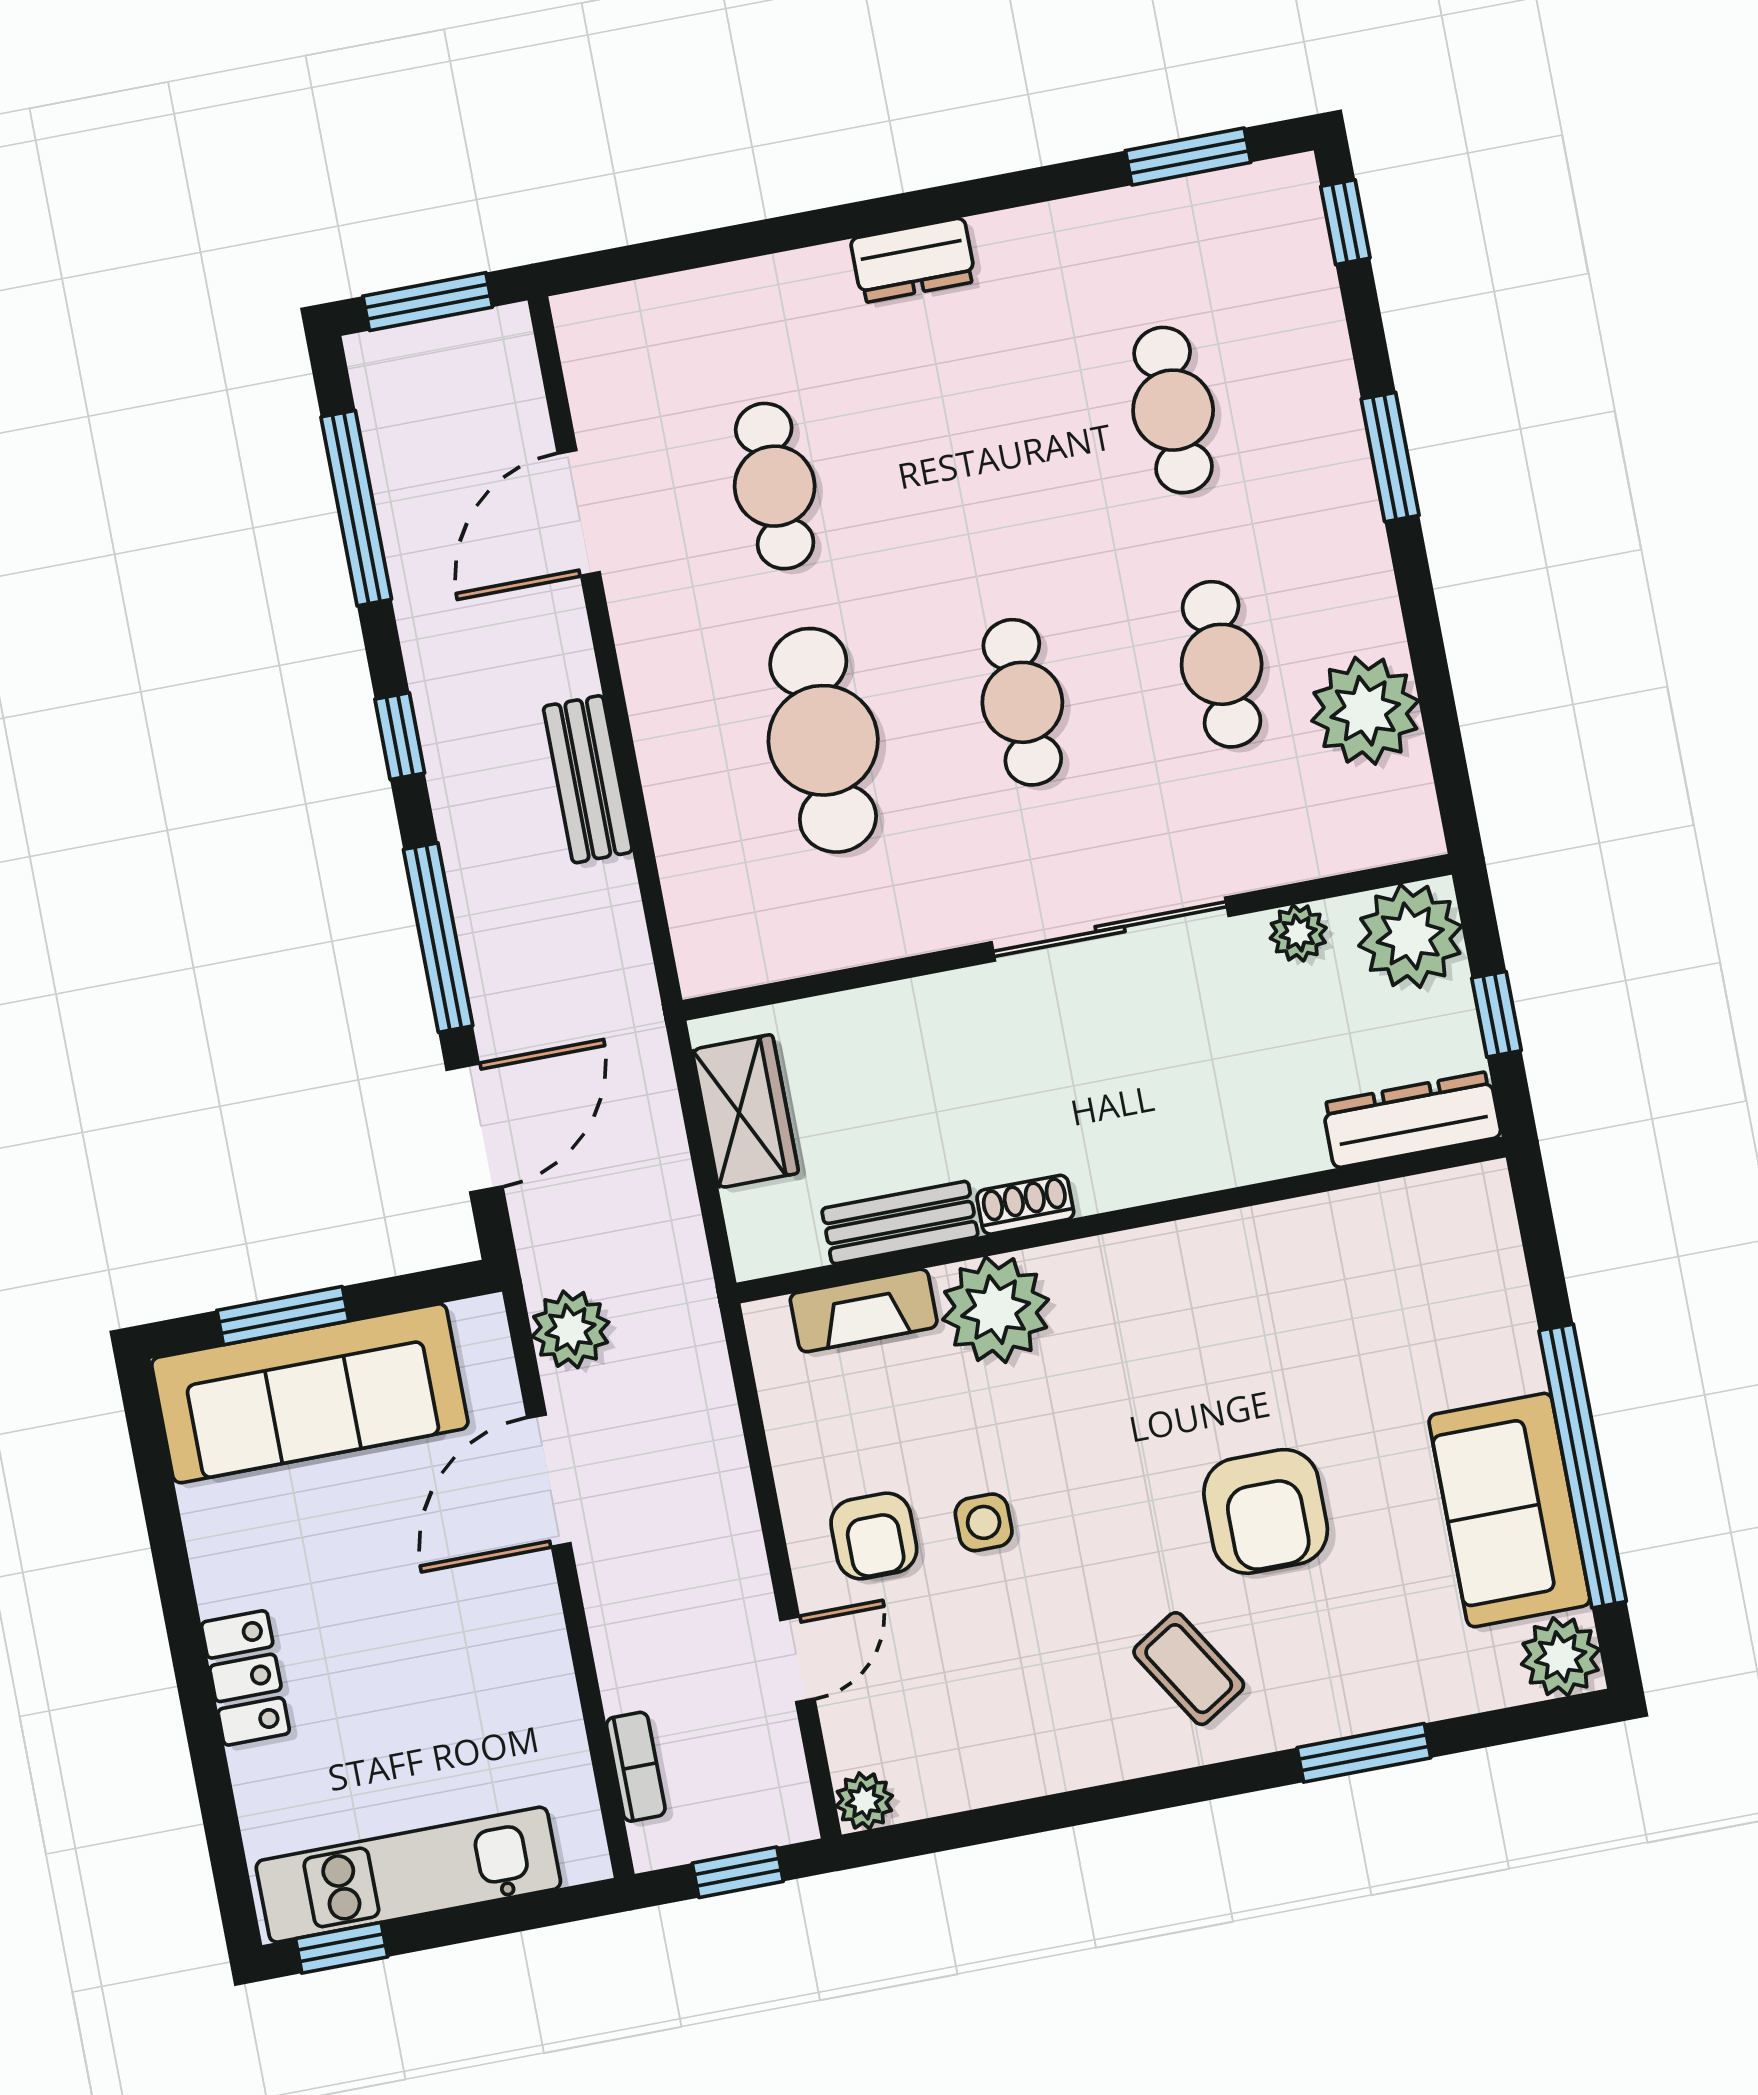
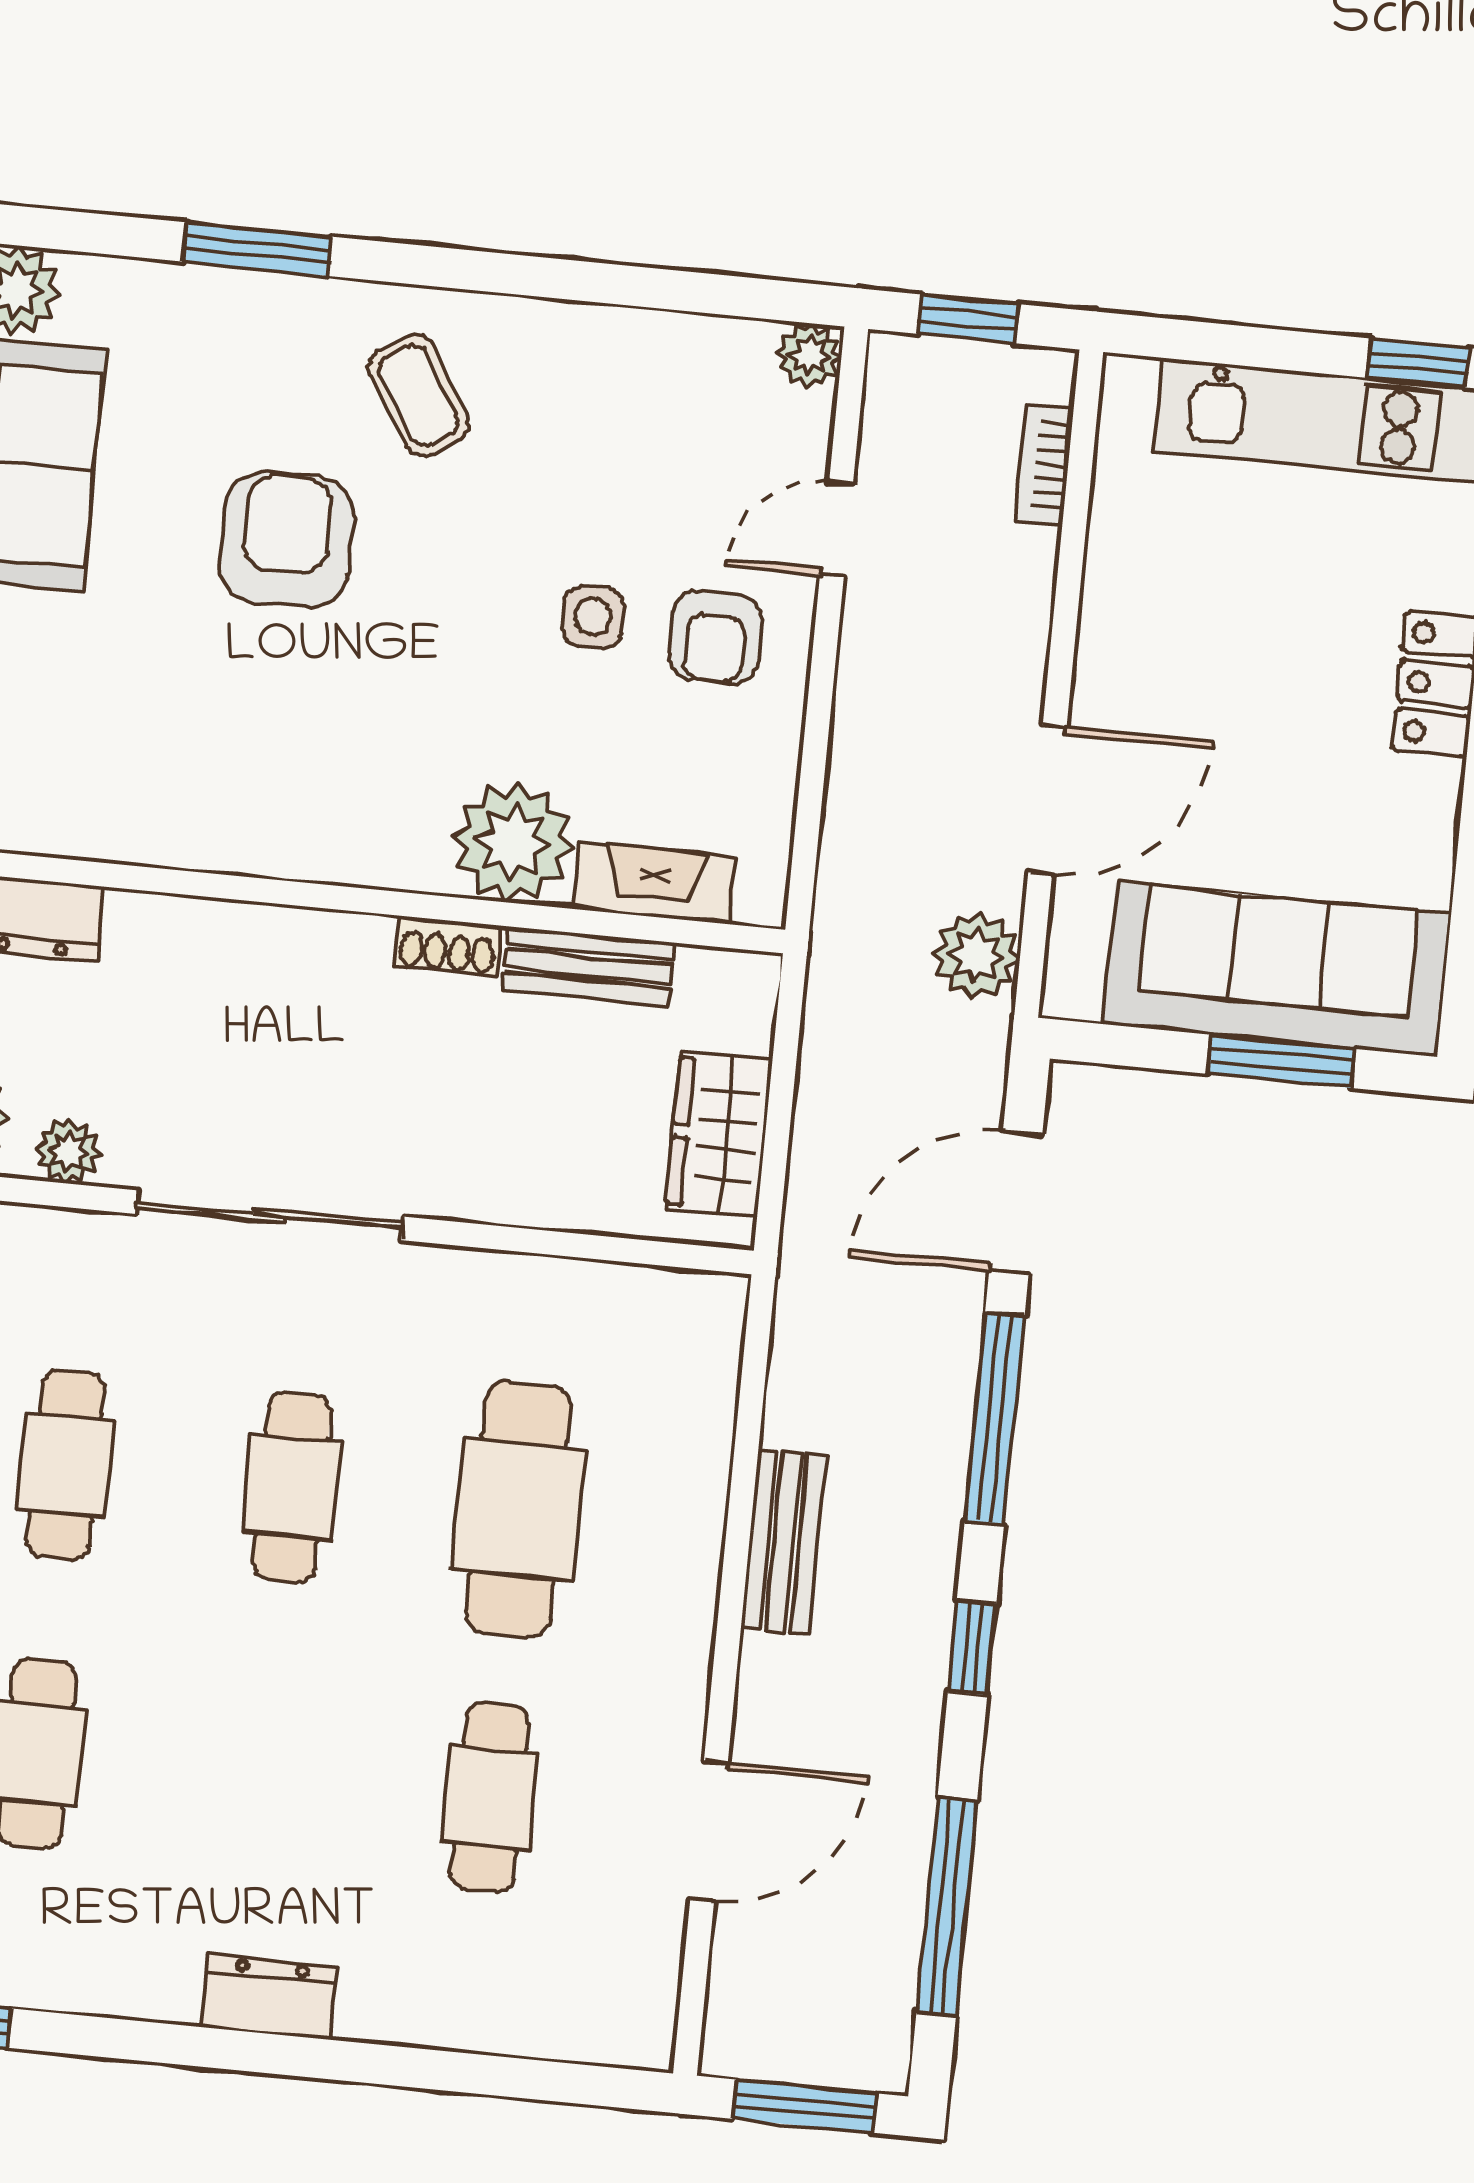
armchair: (874, 1536) -> (715, 637), turned 180

